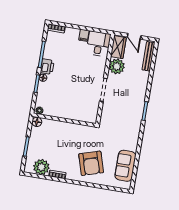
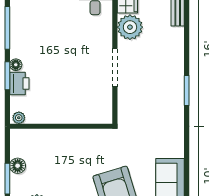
printer: (47, 67) -> (19, 84), moved
floor lamp: (37, 122) -> (18, 166), moved

